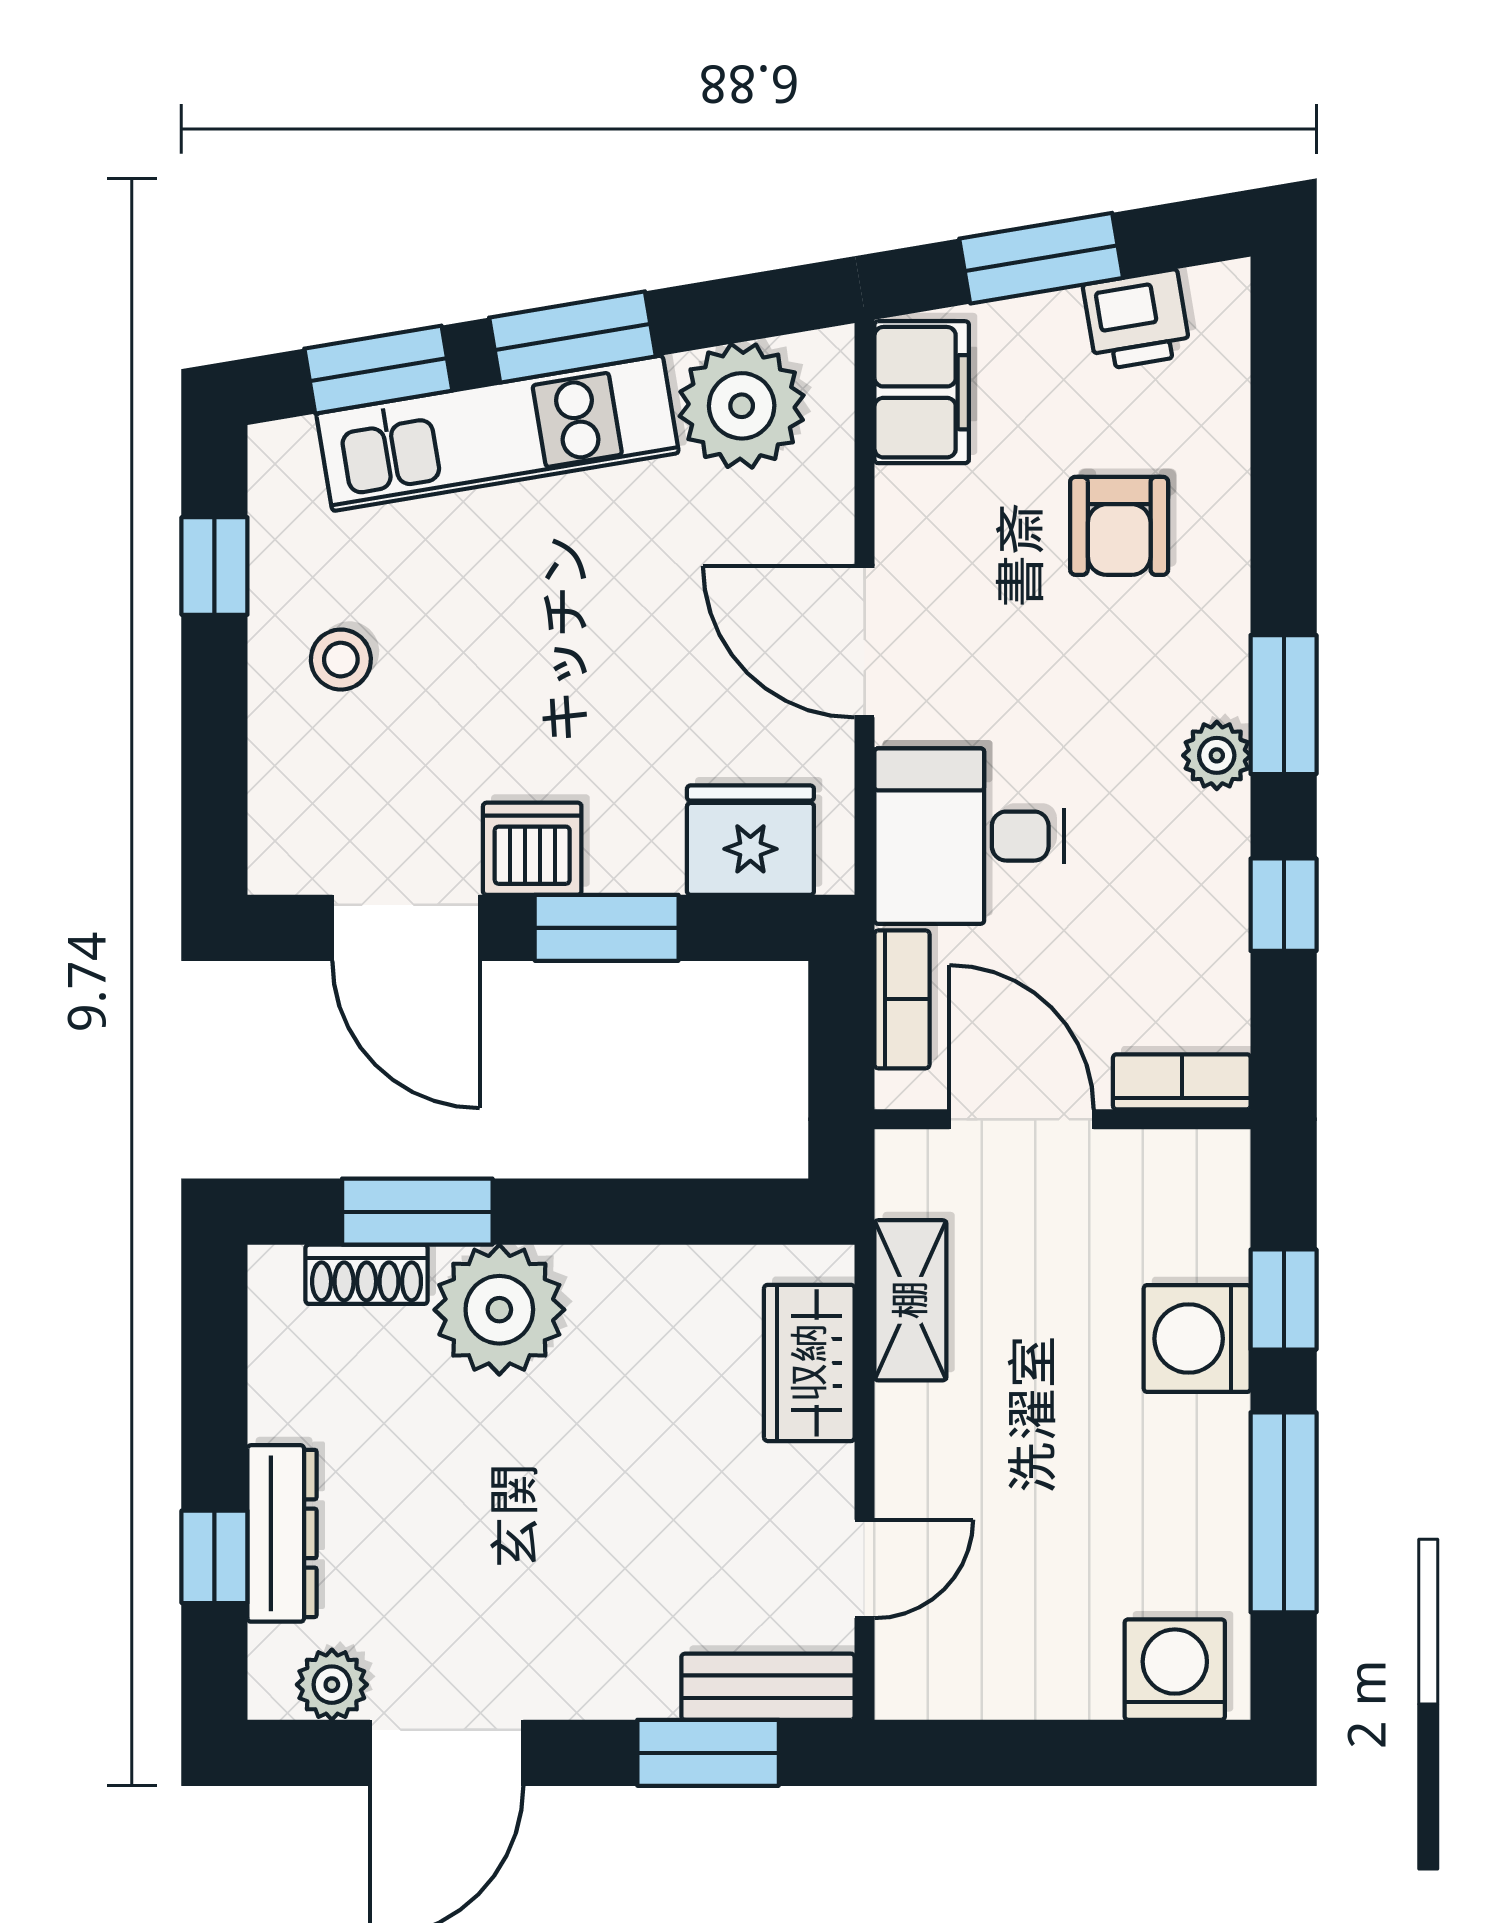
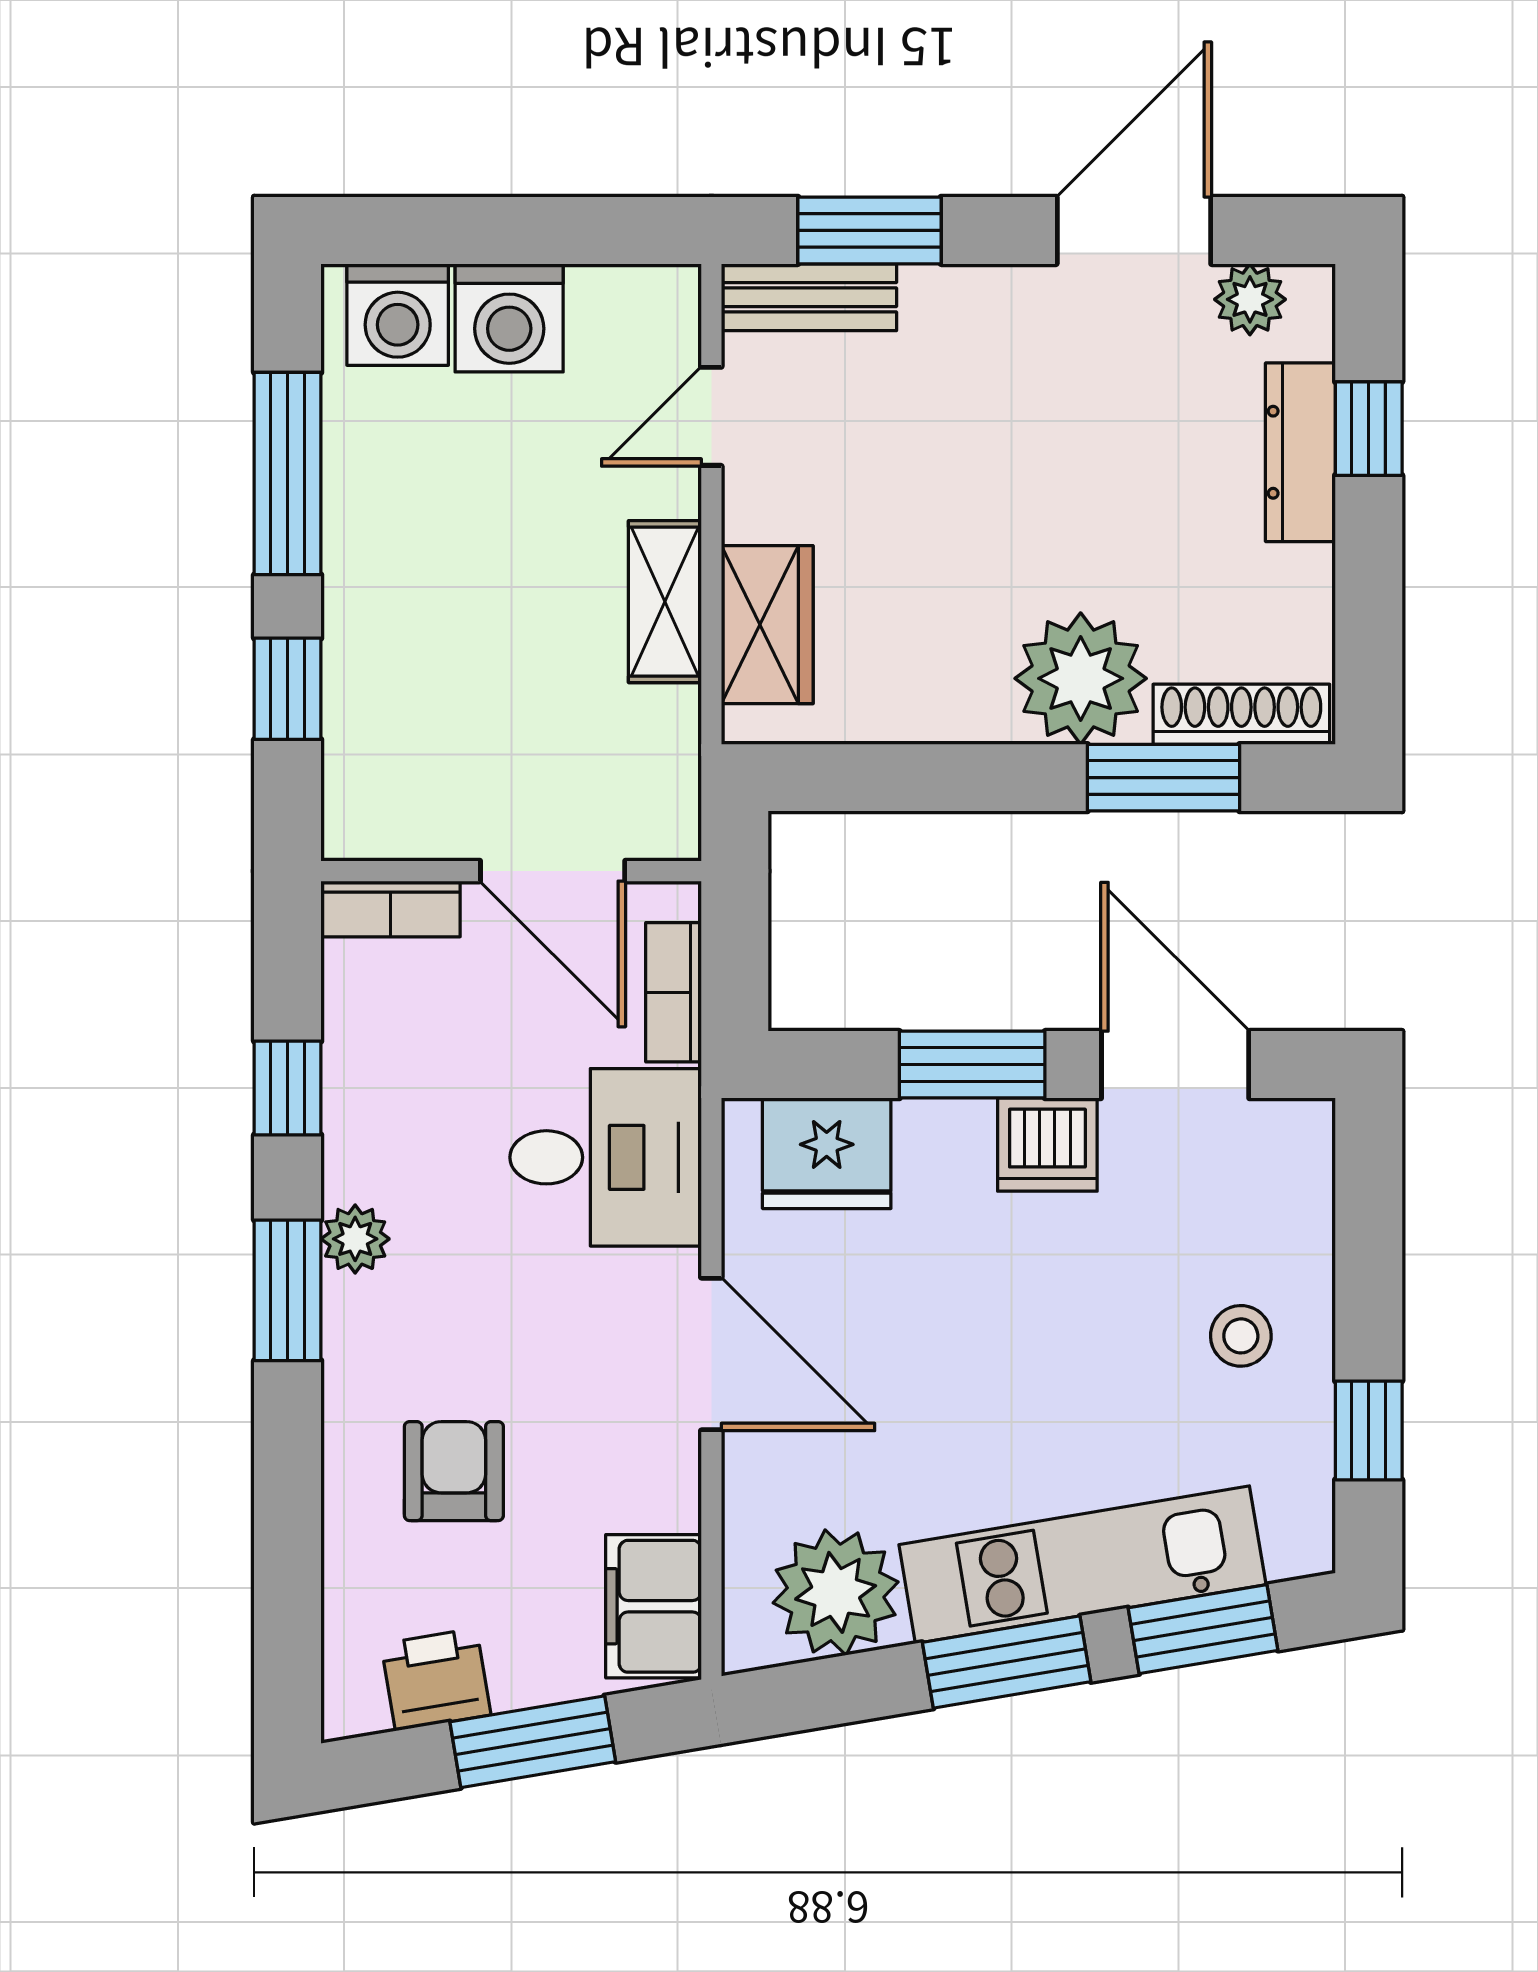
shoe rack: (367, 1274) -> (1241, 714), width x1.43
shelving: (910, 1300) -> (665, 602), moved
washing machine: (1197, 1339) -> (509, 318), moved, turned 90

